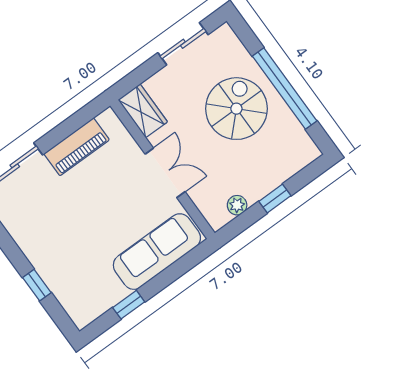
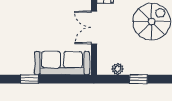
double door: (165, 173) -> (94, 28), swing flipped

